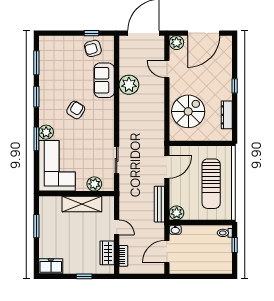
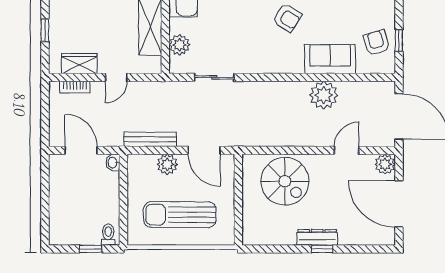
dresser: (227, 115) -> (317, 237), moved
plant: (177, 213) -> (167, 164), moved

